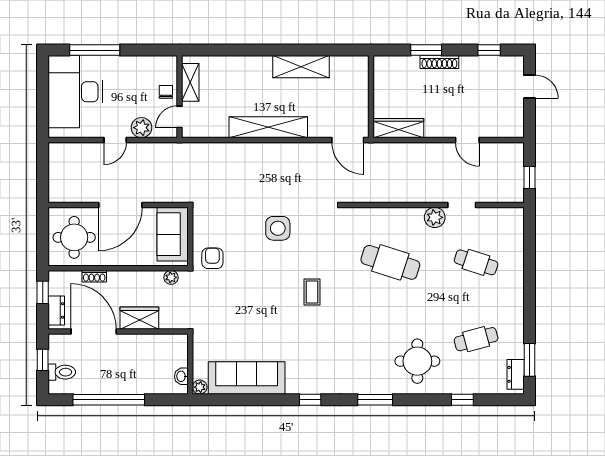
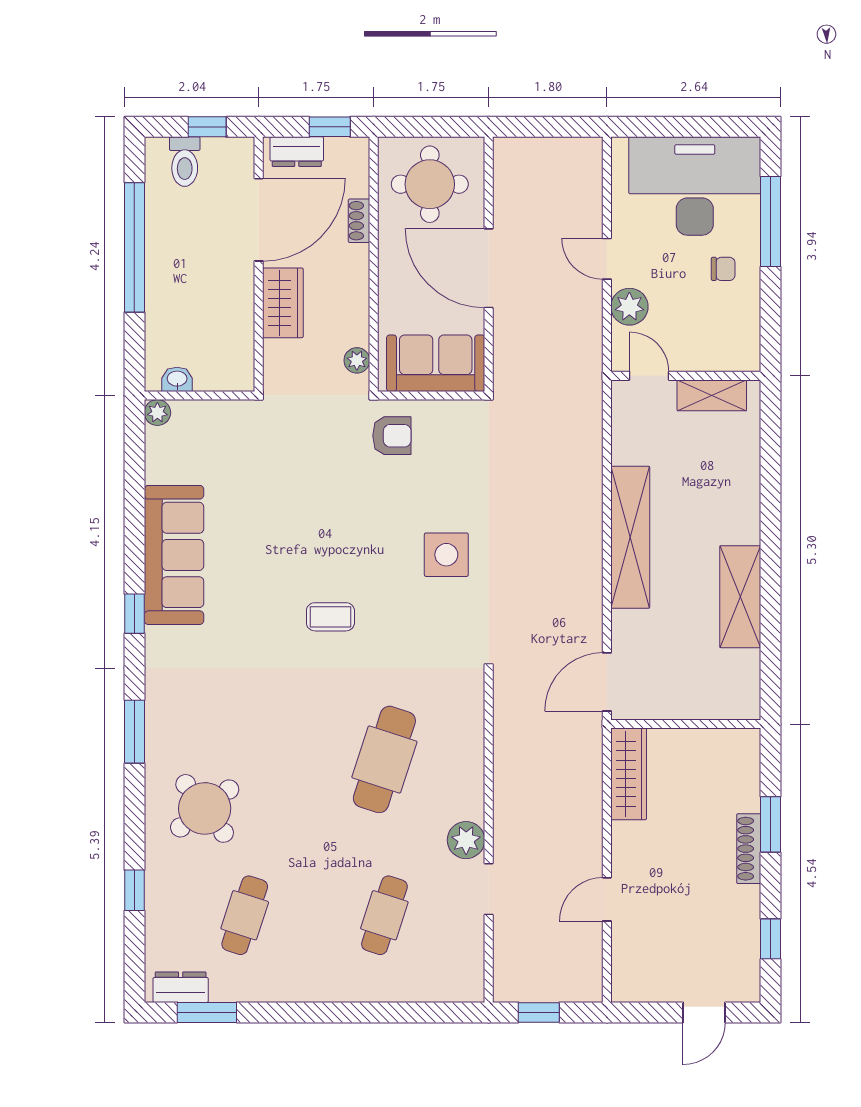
chair: (166, 92) -> (723, 269), moved
cafe table: (476, 339) -> (245, 915), turned 33
round table: (417, 361) -> (205, 808), turned -38
sofa: (247, 378) -> (174, 555), moved

